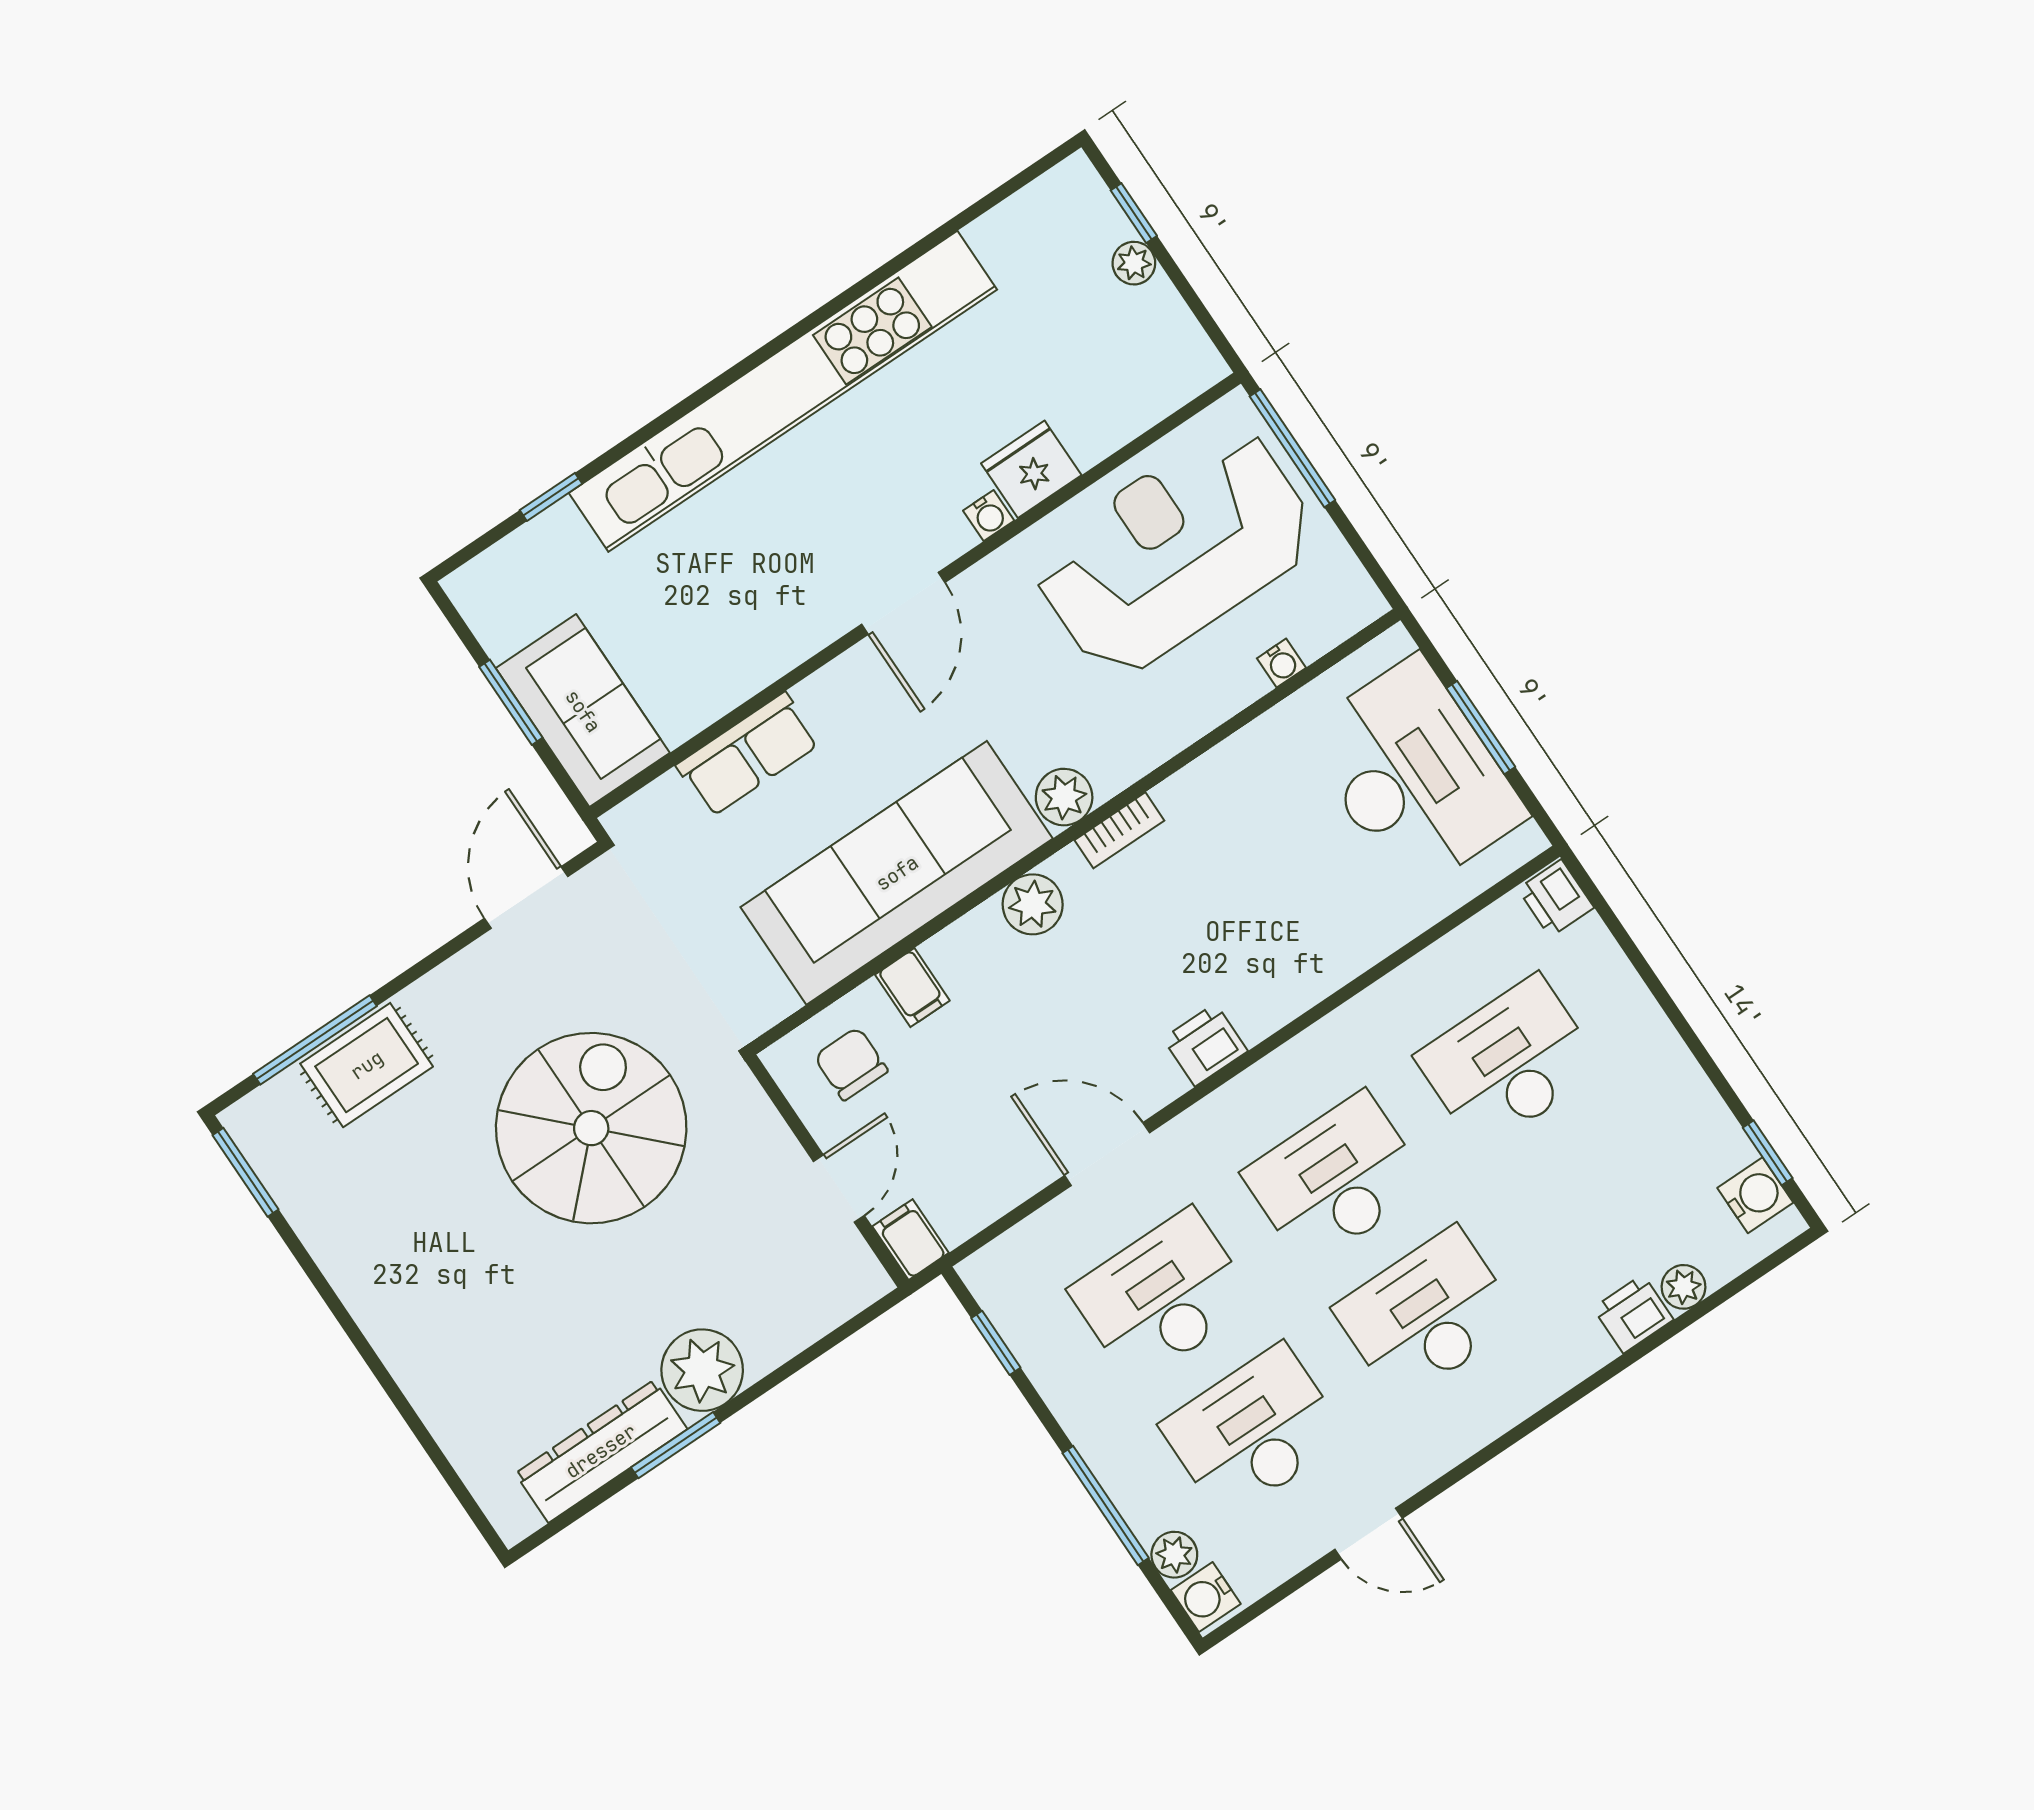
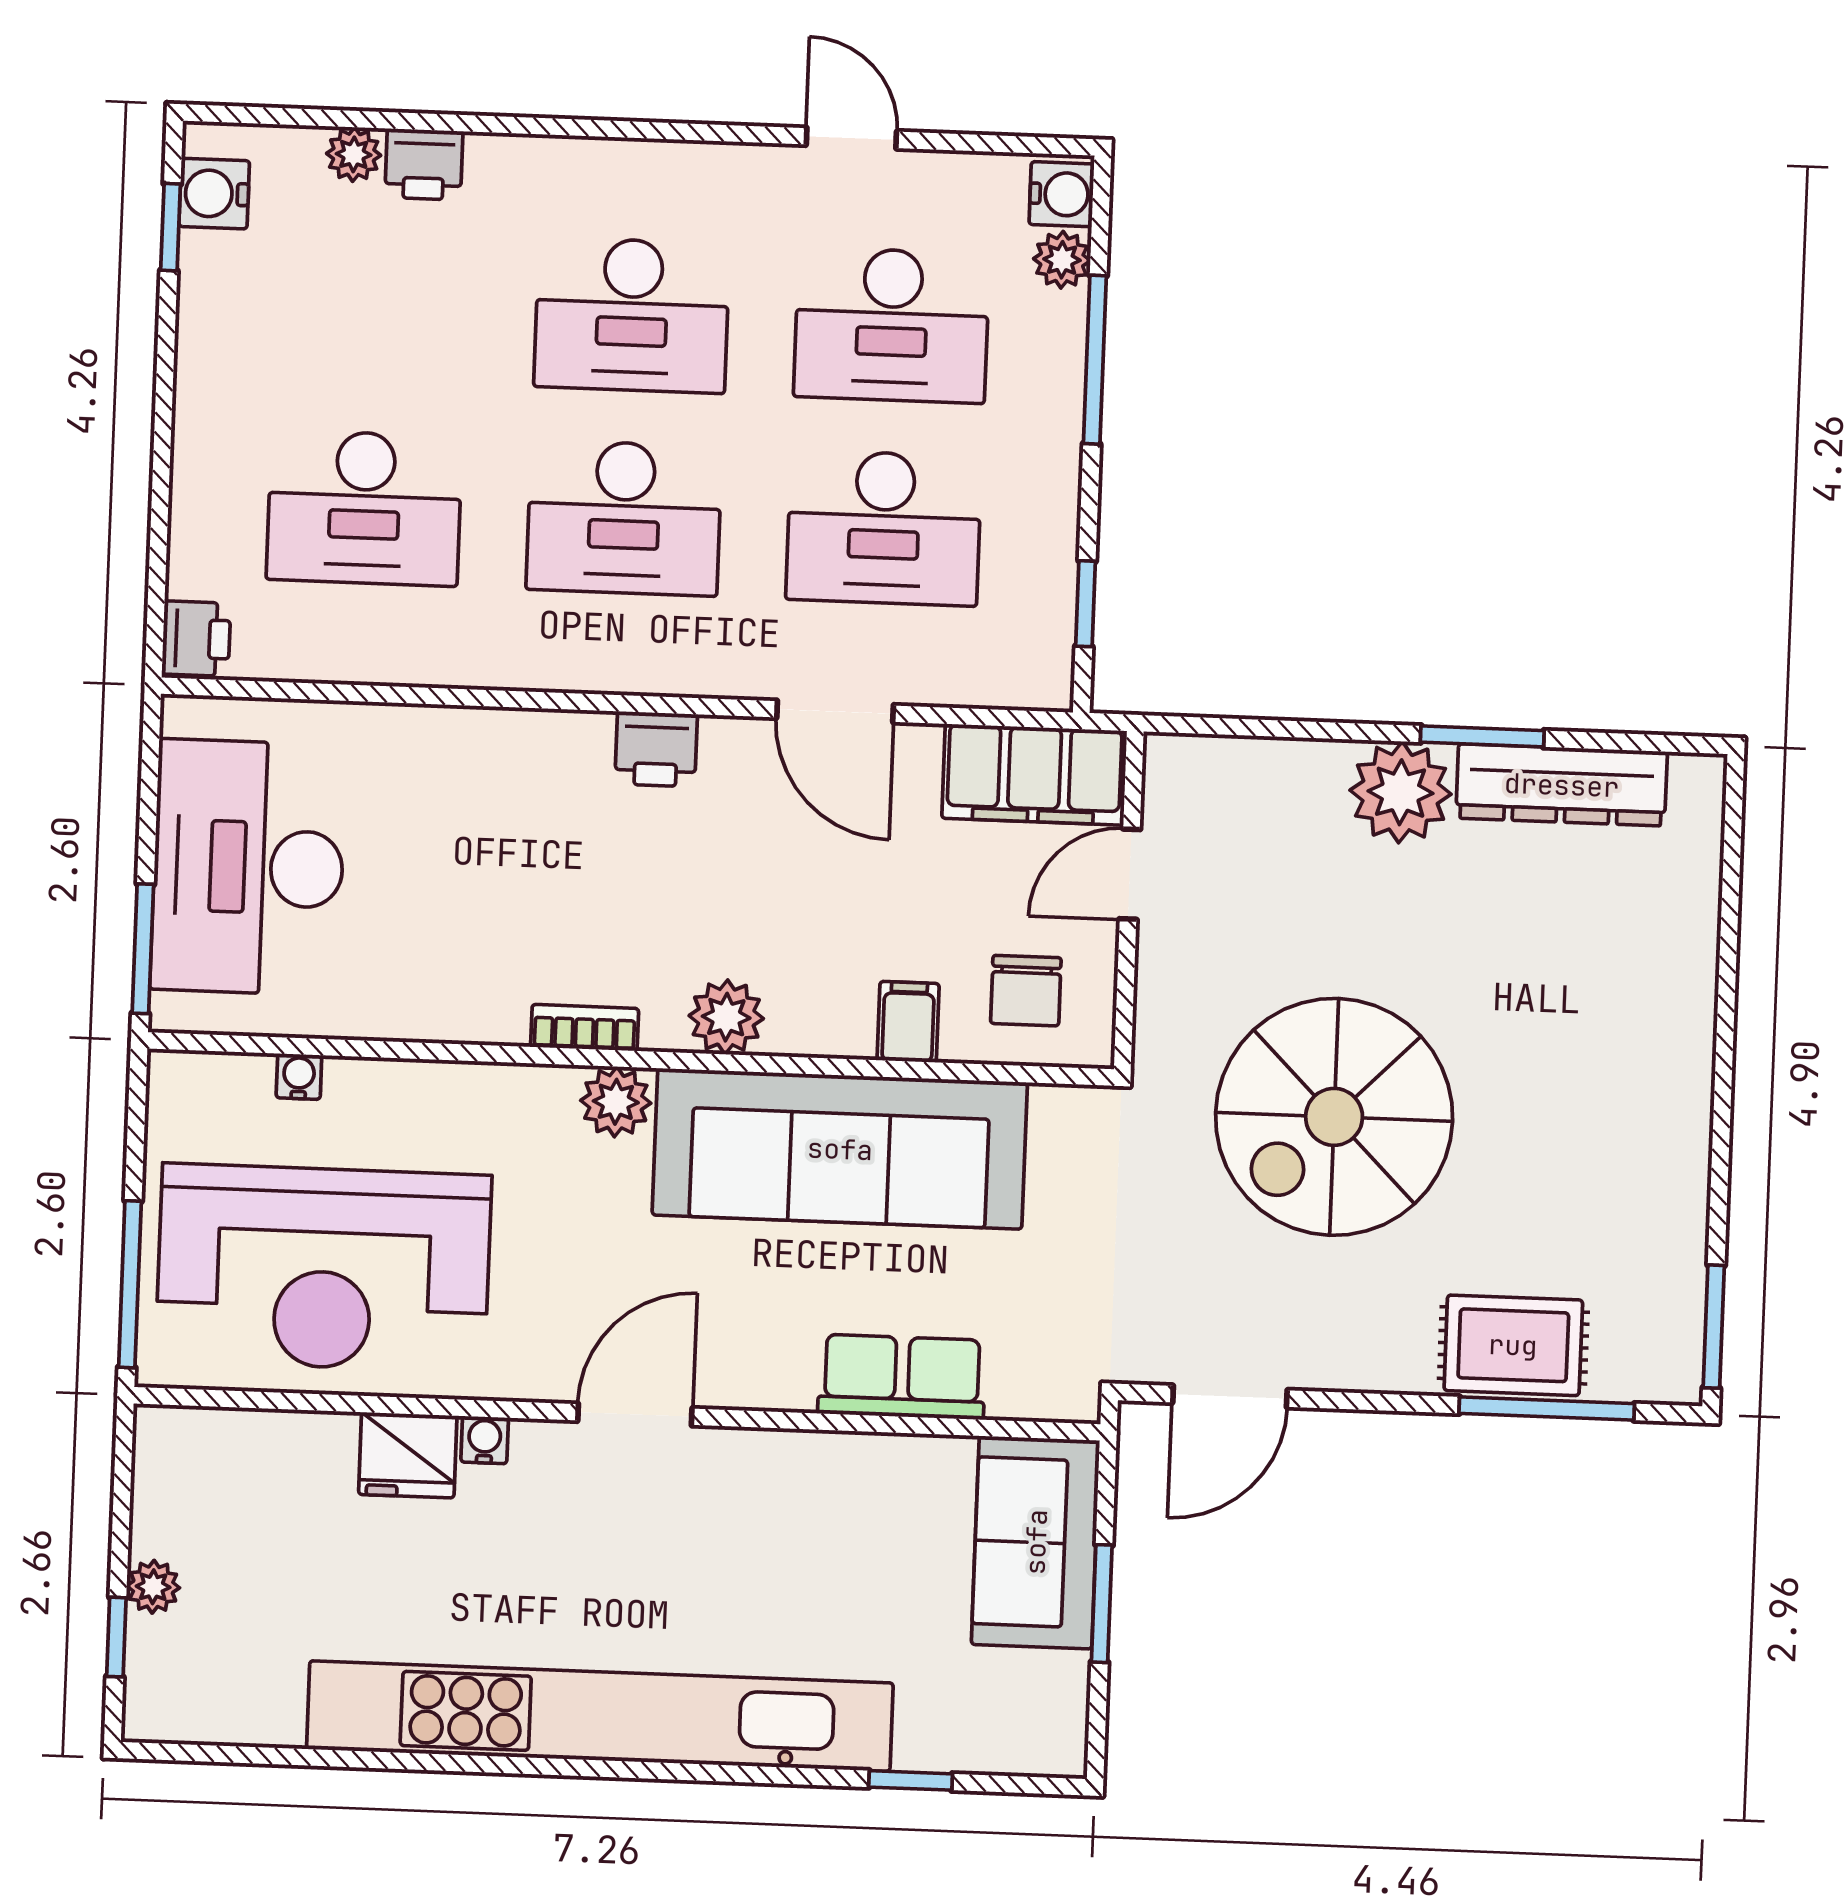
window: (1481, 728) -> (143, 949), moved
filing cabinet: (911, 1240) -> (1034, 775), width x3.00, depth x1.17

